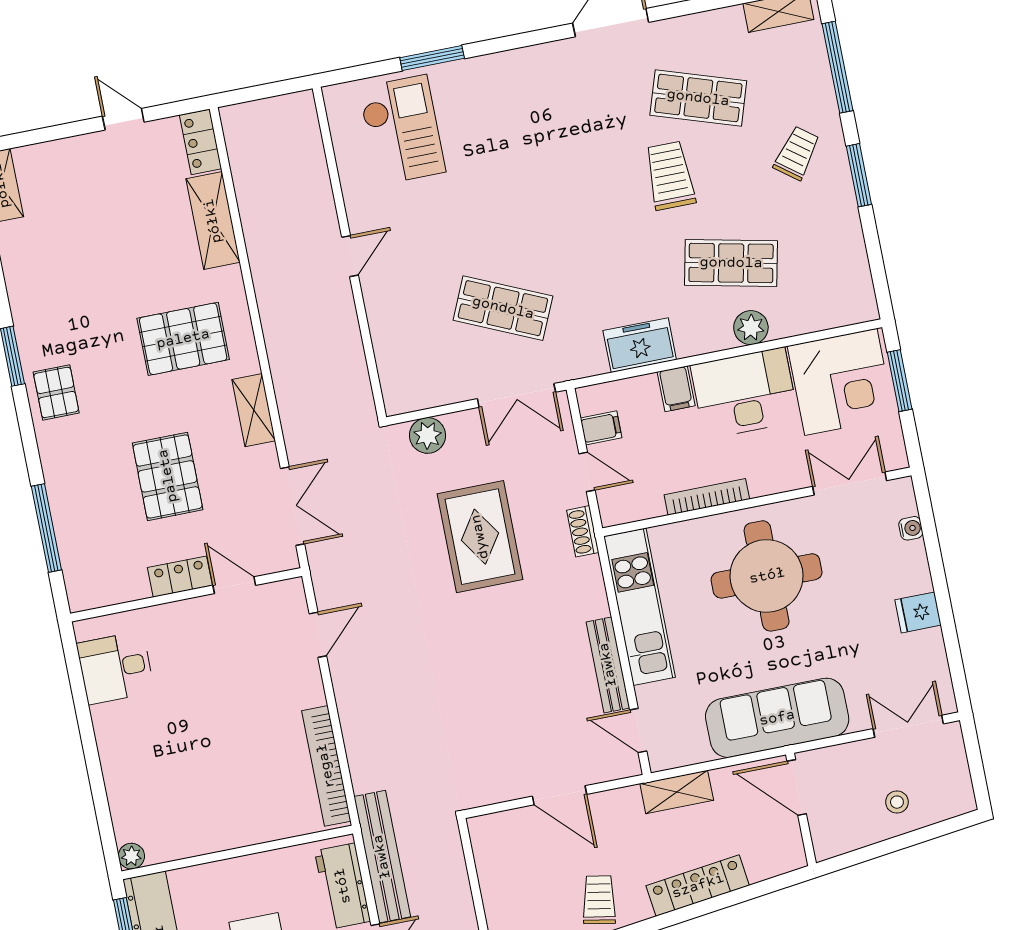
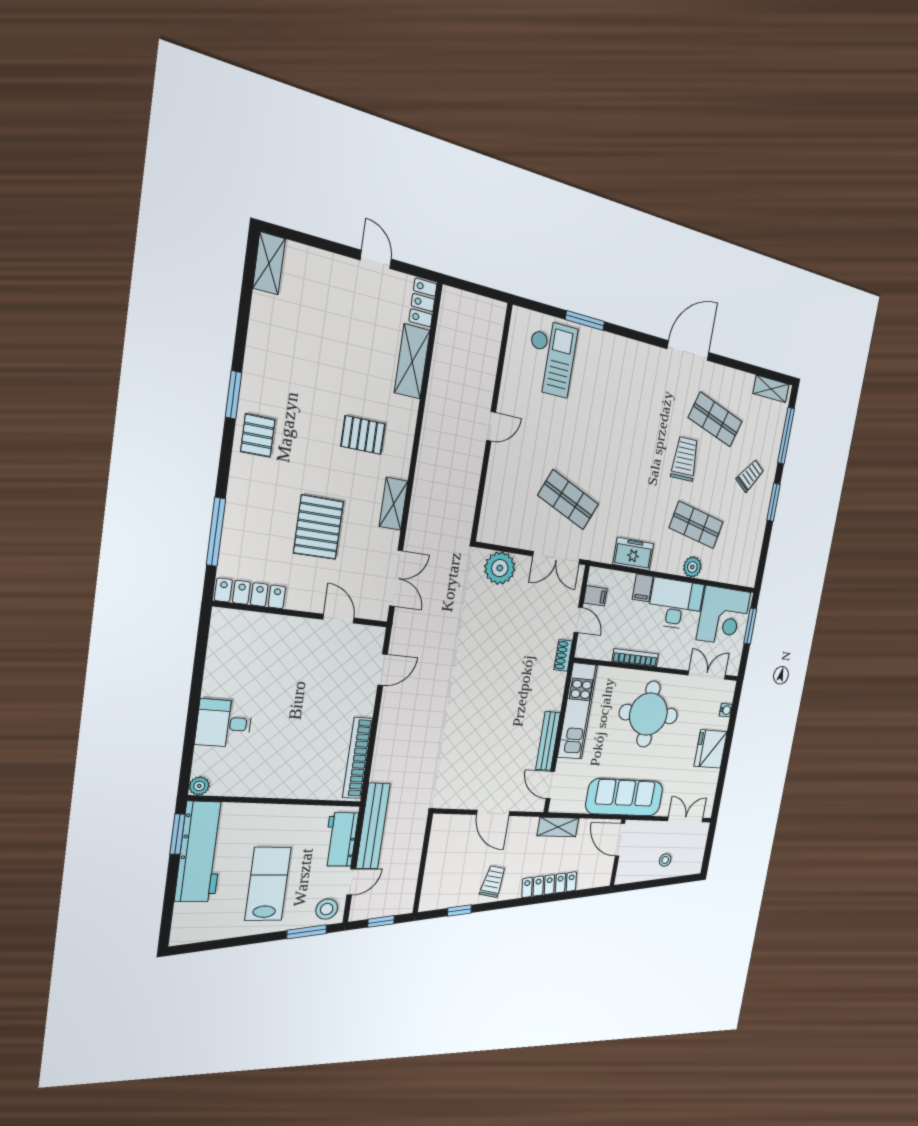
pallet: (183, 339) -> (363, 435), width x0.67, depth x0.71
plant: (428, 435) -> (500, 568), width x1.36, depth x1.36
rug: (480, 537) -> (504, 639), removed
locker: (180, 577) -> (250, 593), moved, width x1.53
fridge: (918, 612) -> (711, 749), width x1.88, depth x1.34
desk: (116, 668) -> (224, 723), moved

